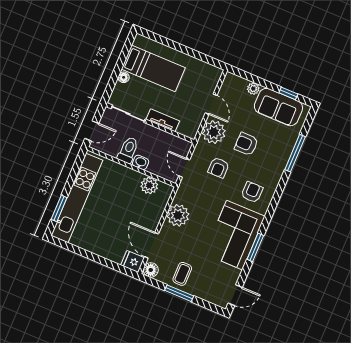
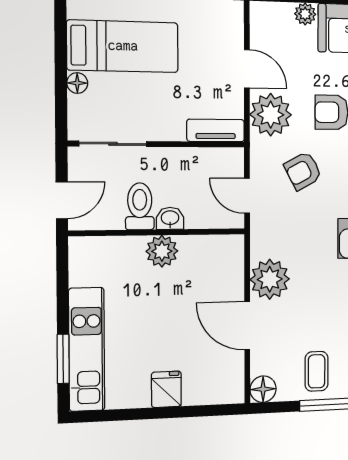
tv unit: (163, 120) -> (216, 130), moved
armchair: (219, 168) -> (303, 171), turned 62
plant: (149, 185) -> (162, 251), moved
kitchen unit: (77, 198) -> (87, 349), width x0.73
door: (152, 245) -> (247, 326), moved
fridge: (133, 261) -> (166, 389), moved, turned 90

